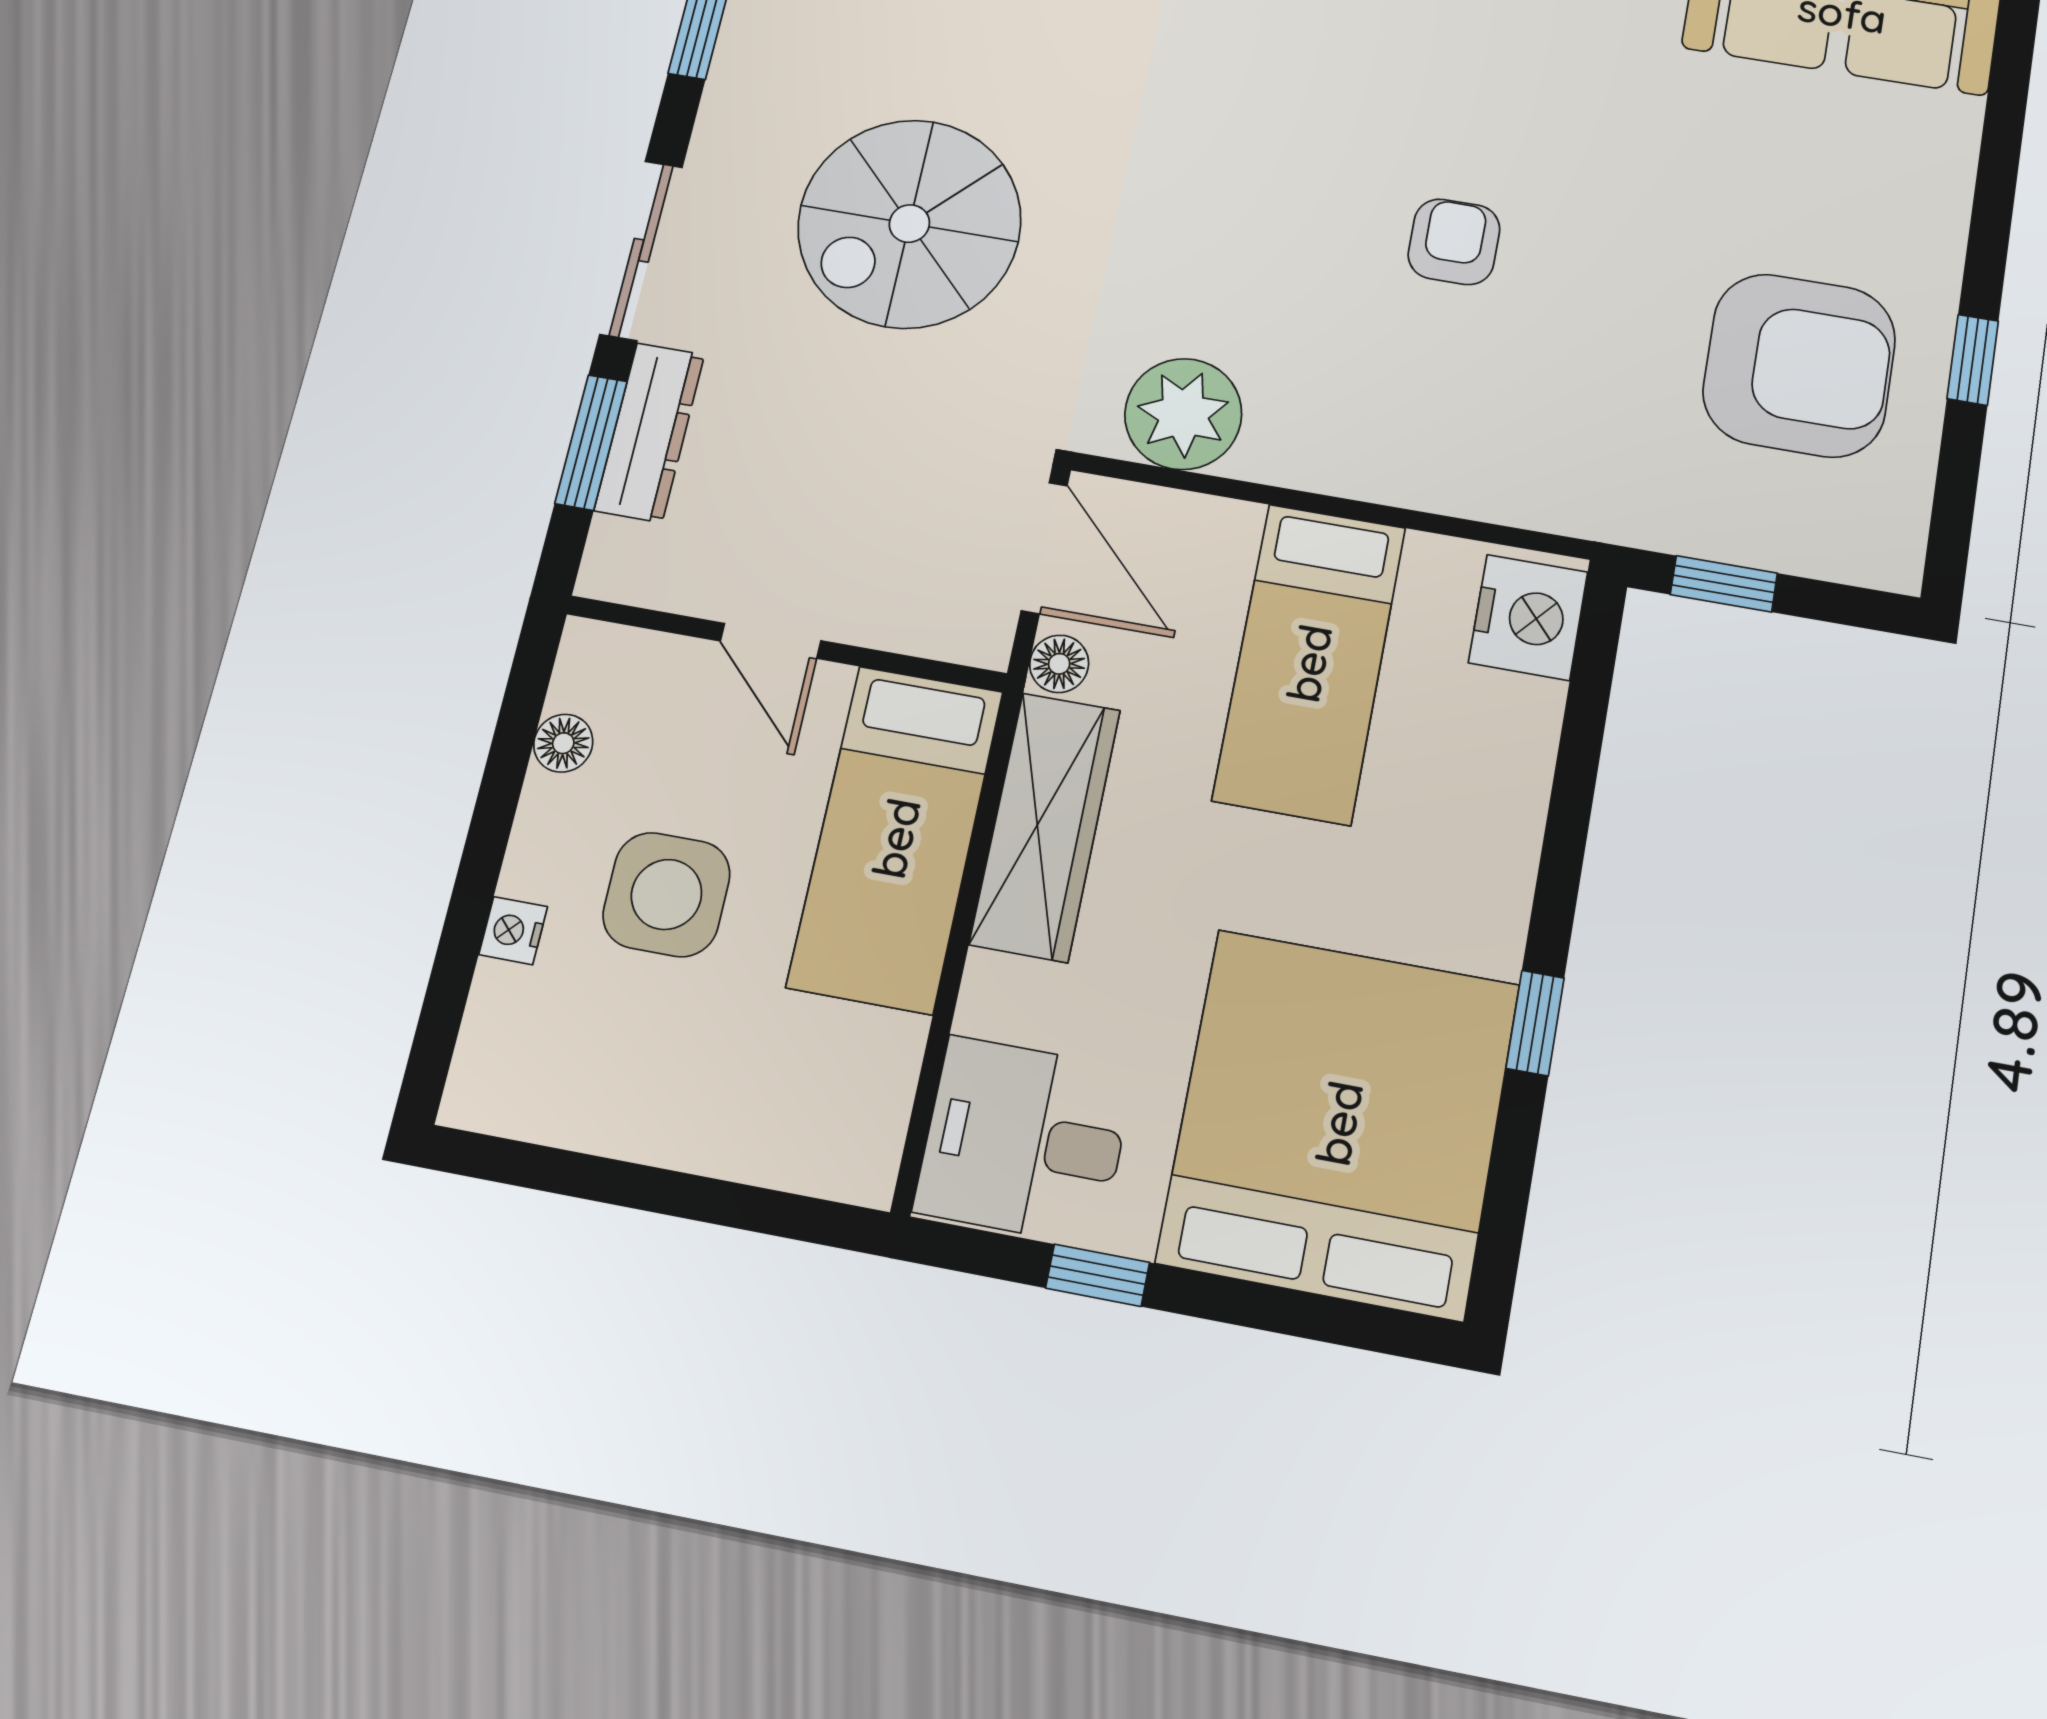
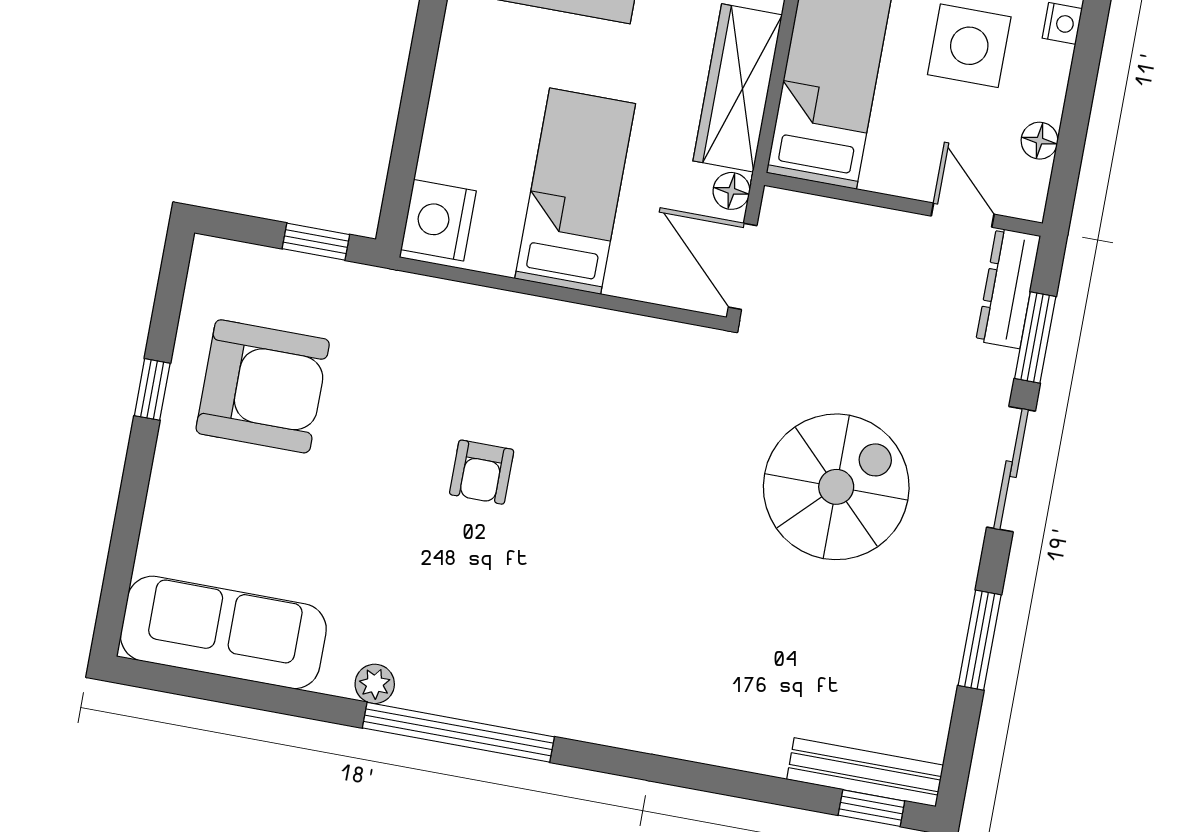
armchair: (1799, 365) -> (263, 386), turned 180
plant: (1183, 414) -> (656, 355), removed
dresser: (650, 432) -> (1008, 288), moved
door: (771, 641) -> (963, 215), moved

